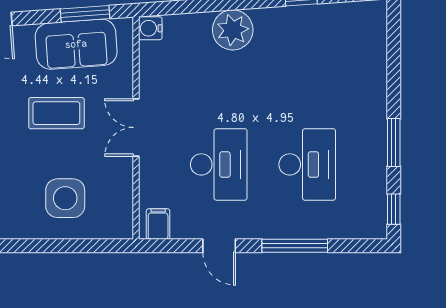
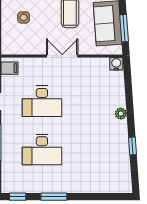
plant: (233, 30) -> (121, 114), width x0.53, depth x0.53
side table: (65, 198) -> (24, 17), width x0.54, depth x0.54

